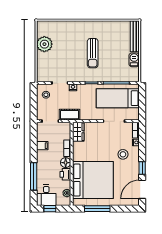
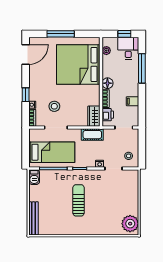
plant: (44, 44) -> (130, 224), moved
barbecue: (134, 60) -> (34, 177), moved
cot: (69, 115) -> (92, 135), moved
stool: (123, 154) -> (54, 106), moved
window: (142, 168) -> (26, 95), moved
printer: (65, 174) -> (108, 115), moved
window: (97, 209) -> (61, 34), moved

